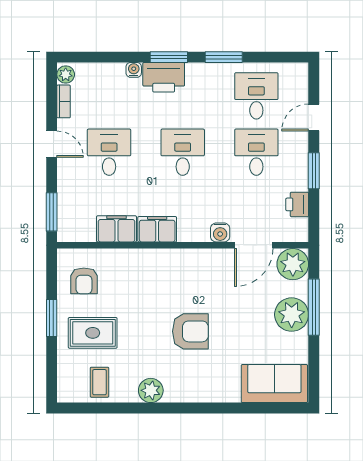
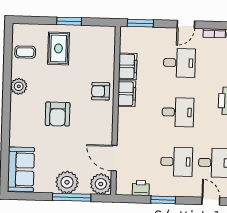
door: (314, 118) -> (211, 201), moved
water cooler: (220, 232) -> (123, 136), removed
armchair: (84, 281) -> (101, 91), moved

